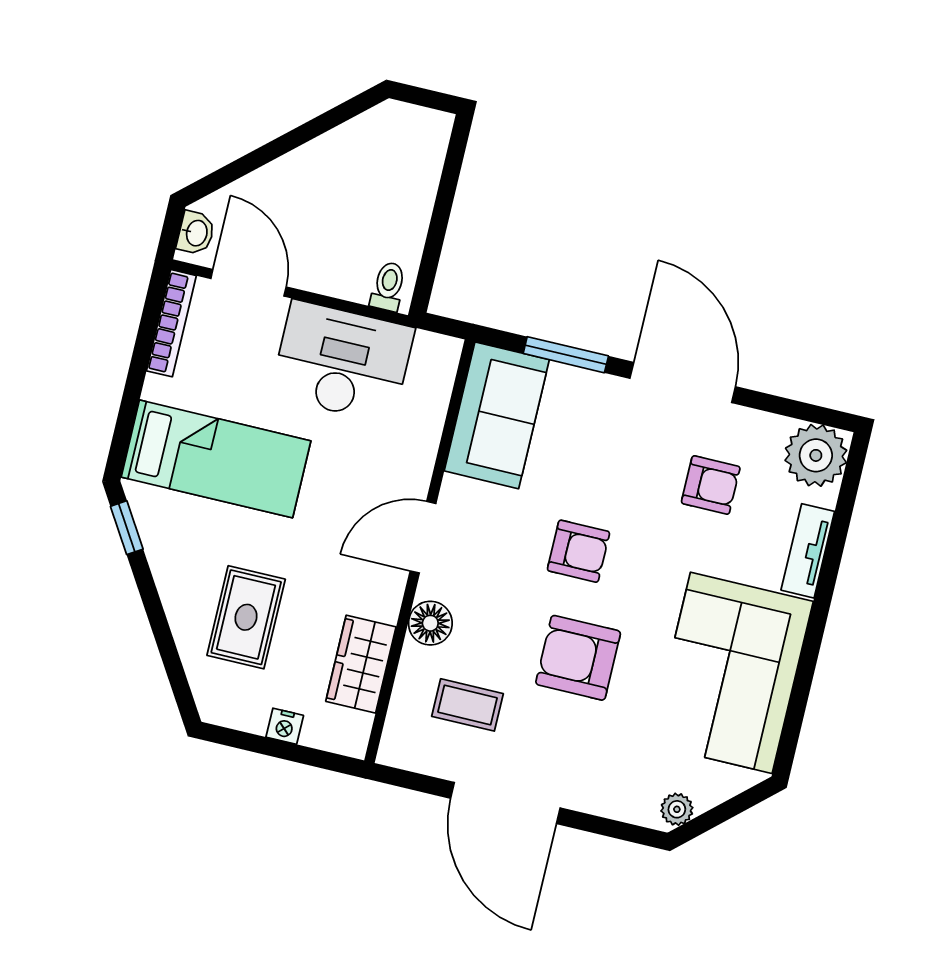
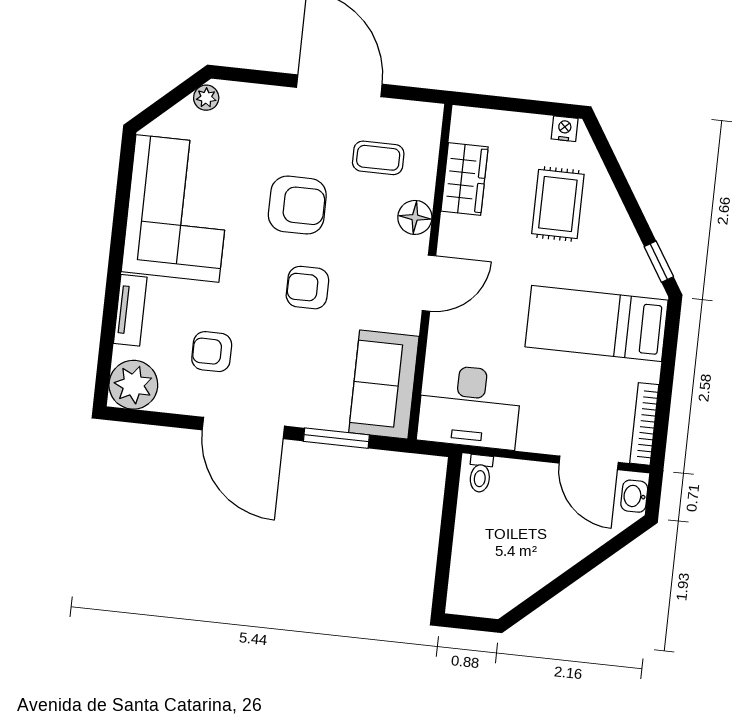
desk: (342, 362) -> (470, 407), moved
nightstand: (285, 726) -> (565, 129), moved

